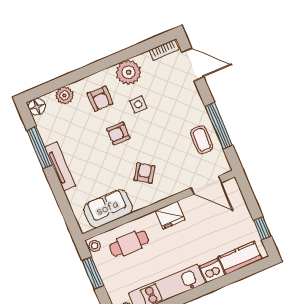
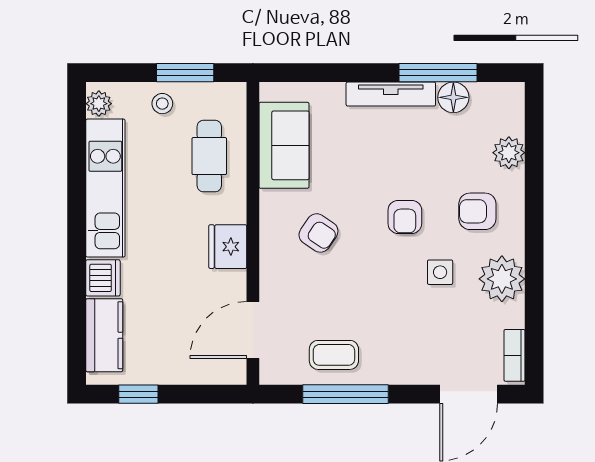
floor lamp: (37, 107) -> (453, 97), moved
armchair: (118, 134) -> (405, 217), turned 180
stool: (95, 246) -> (162, 104), moved

